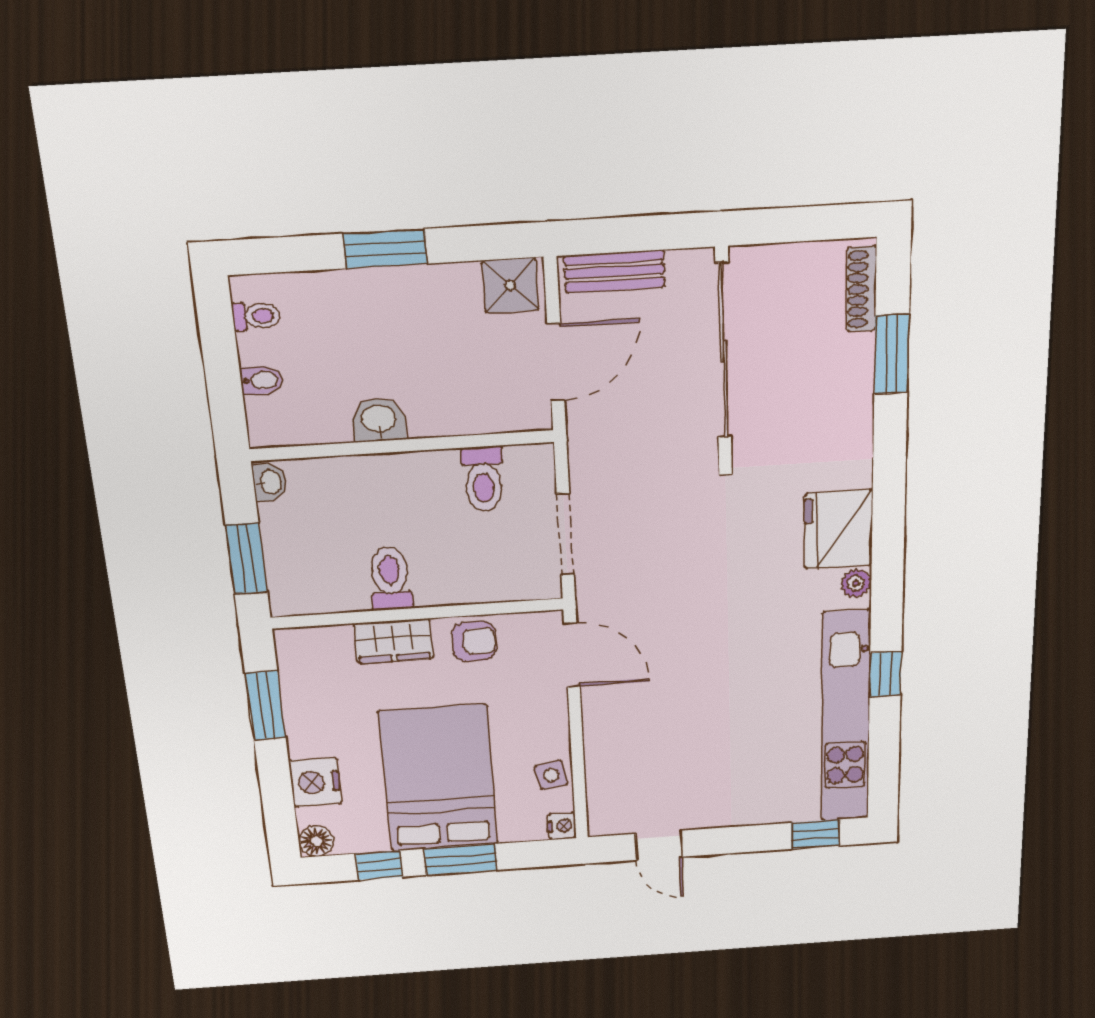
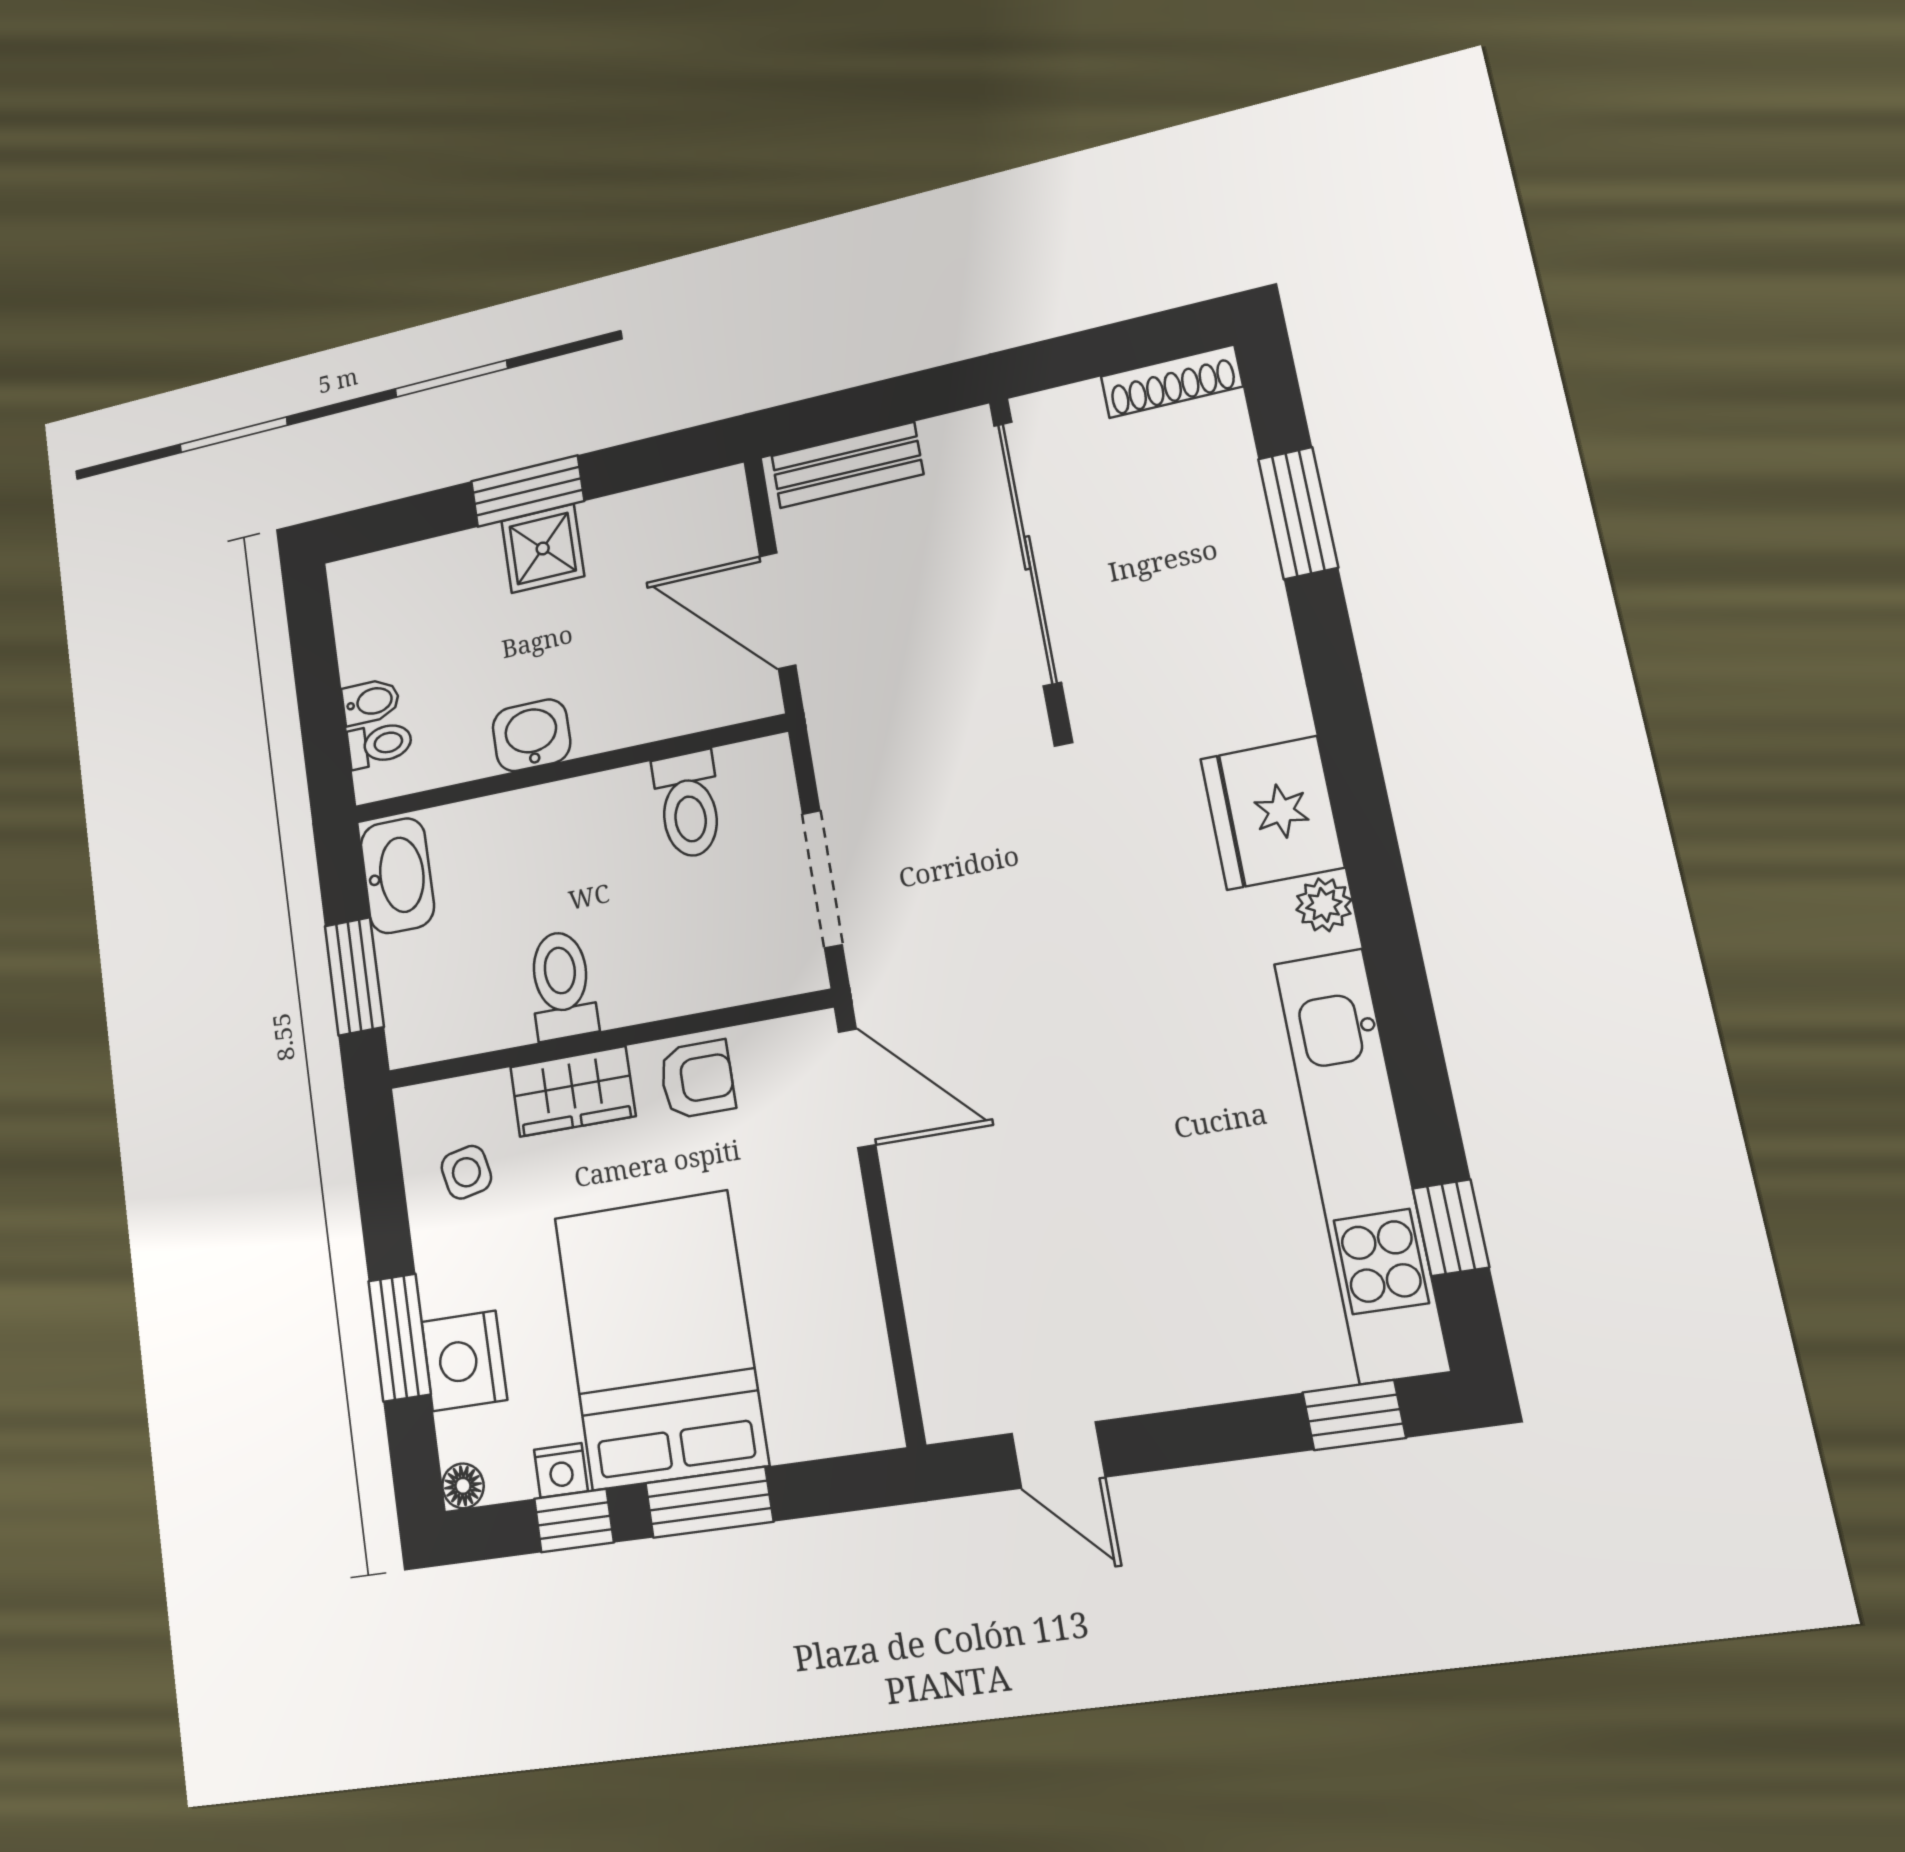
shower: (510, 285) -> (543, 548), moved
shoe rack: (862, 289) -> (1172, 381), moved, turned -90
toilet: (256, 316) -> (380, 744), moved
door: (556, 363) -> (778, 611), swing flipped
washbasin: (269, 482) -> (397, 876), width x1.91, depth x1.45
window: (885, 674) -> (1451, 1228), moved
window: (266, 705) -> (399, 1338), moved
side table: (551, 775) -> (466, 1172), moved
nightstand: (562, 826) -> (561, 1470), moved, turned 90
floor lamp: (316, 841) -> (463, 1486), width x0.73, depth x0.73

